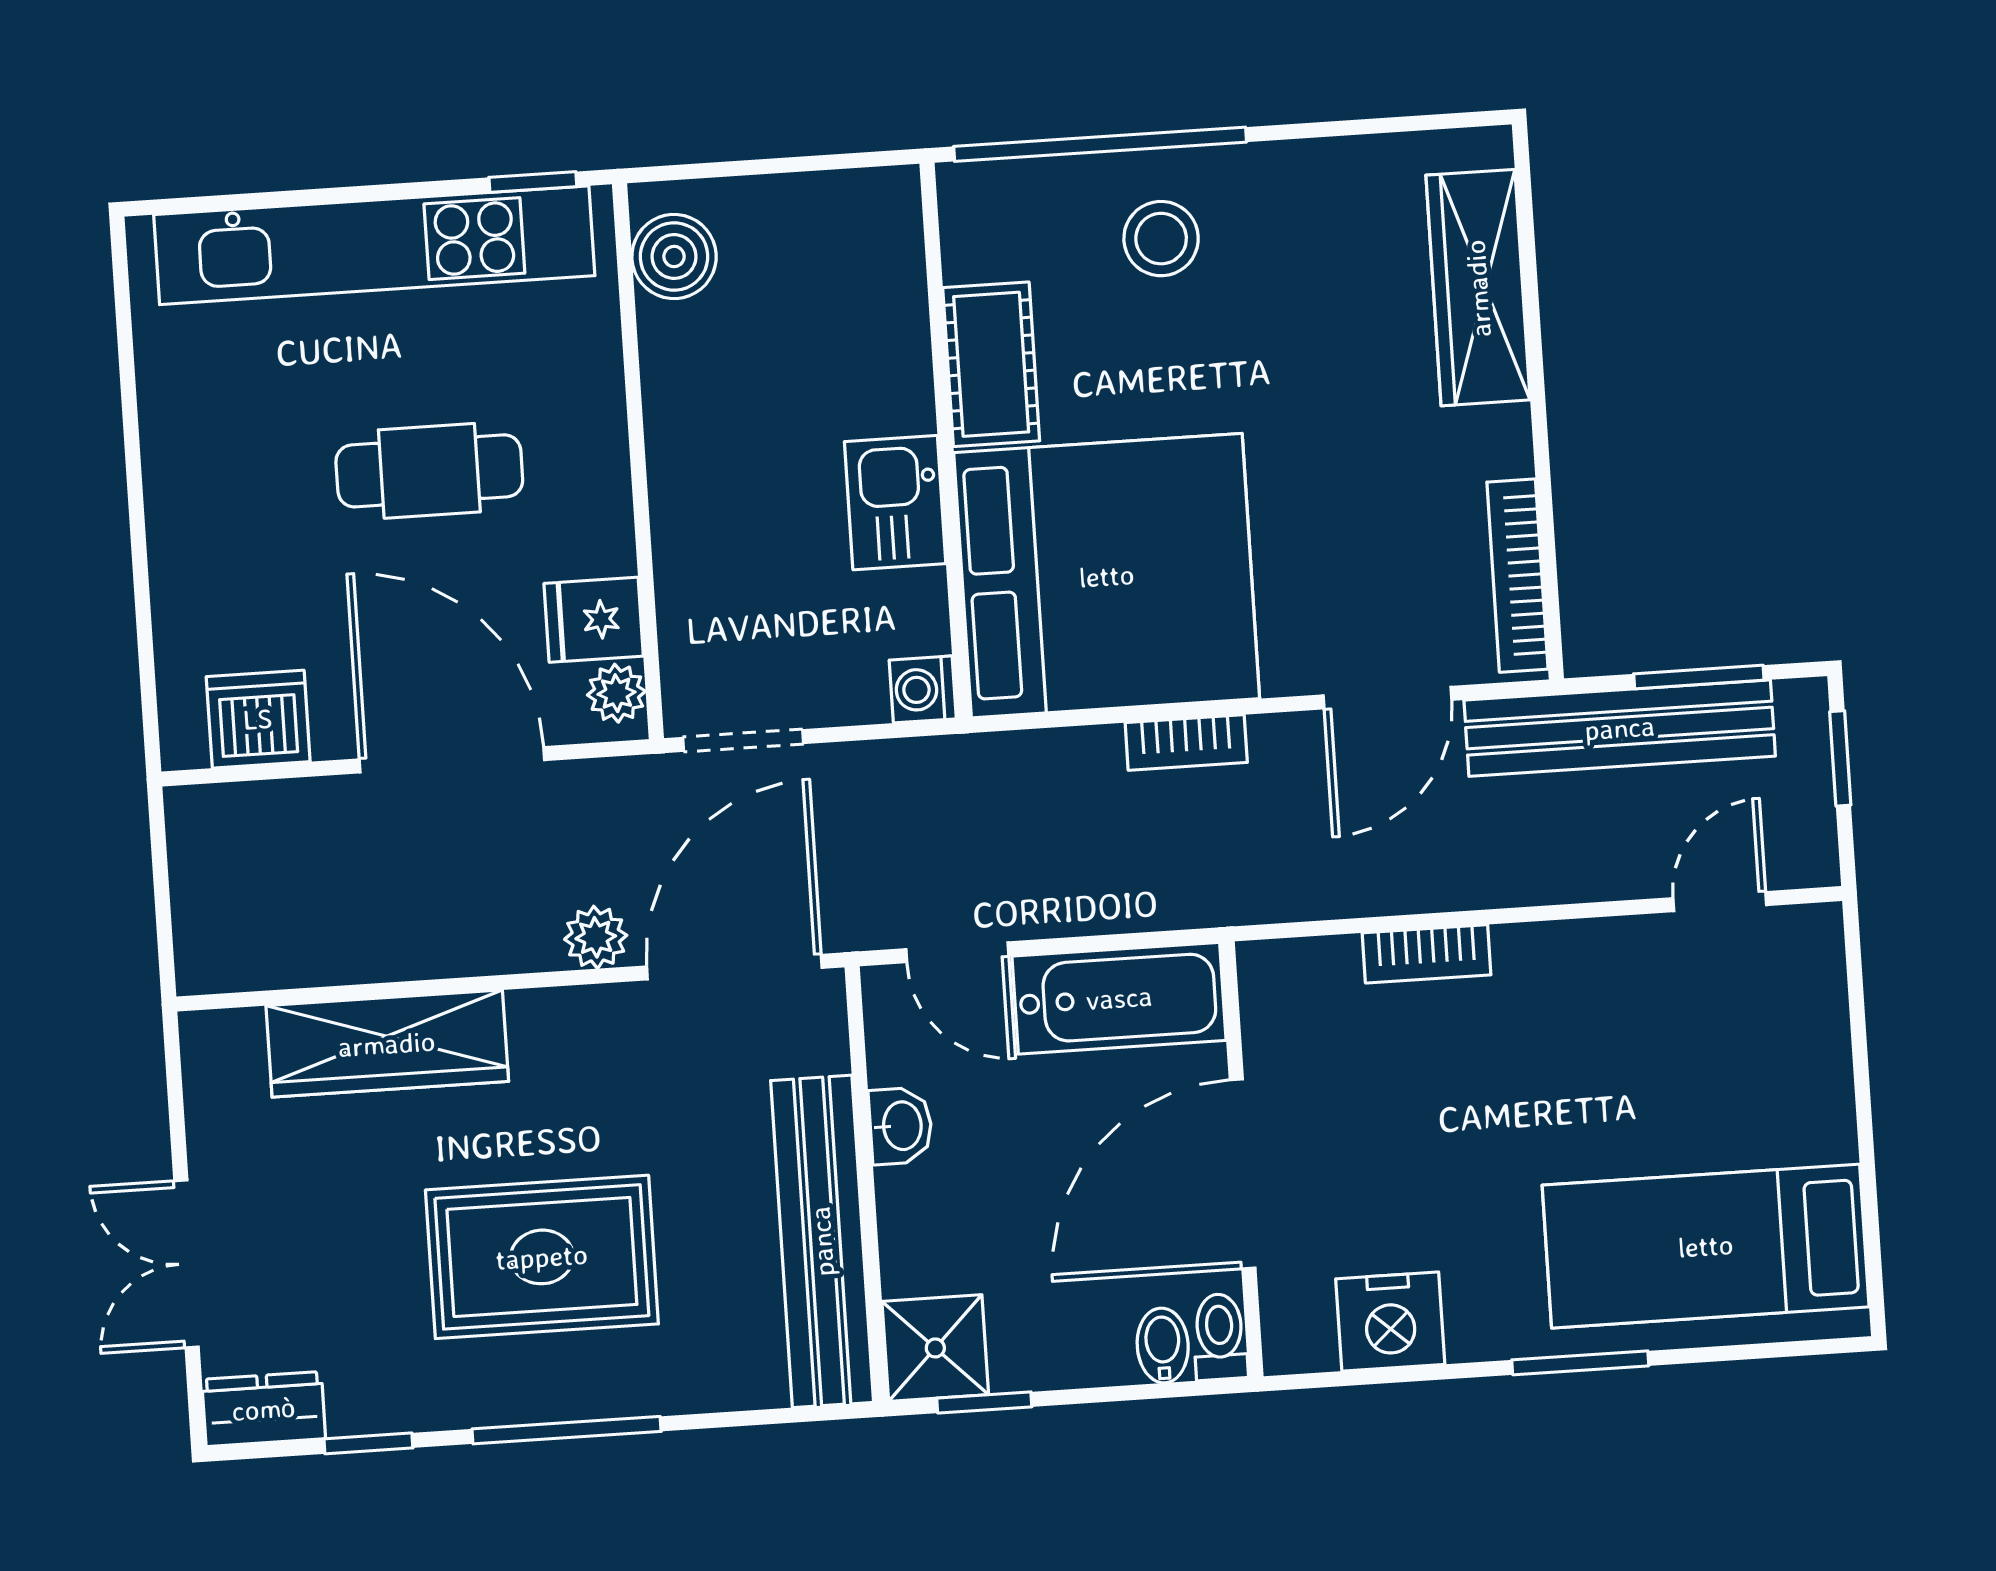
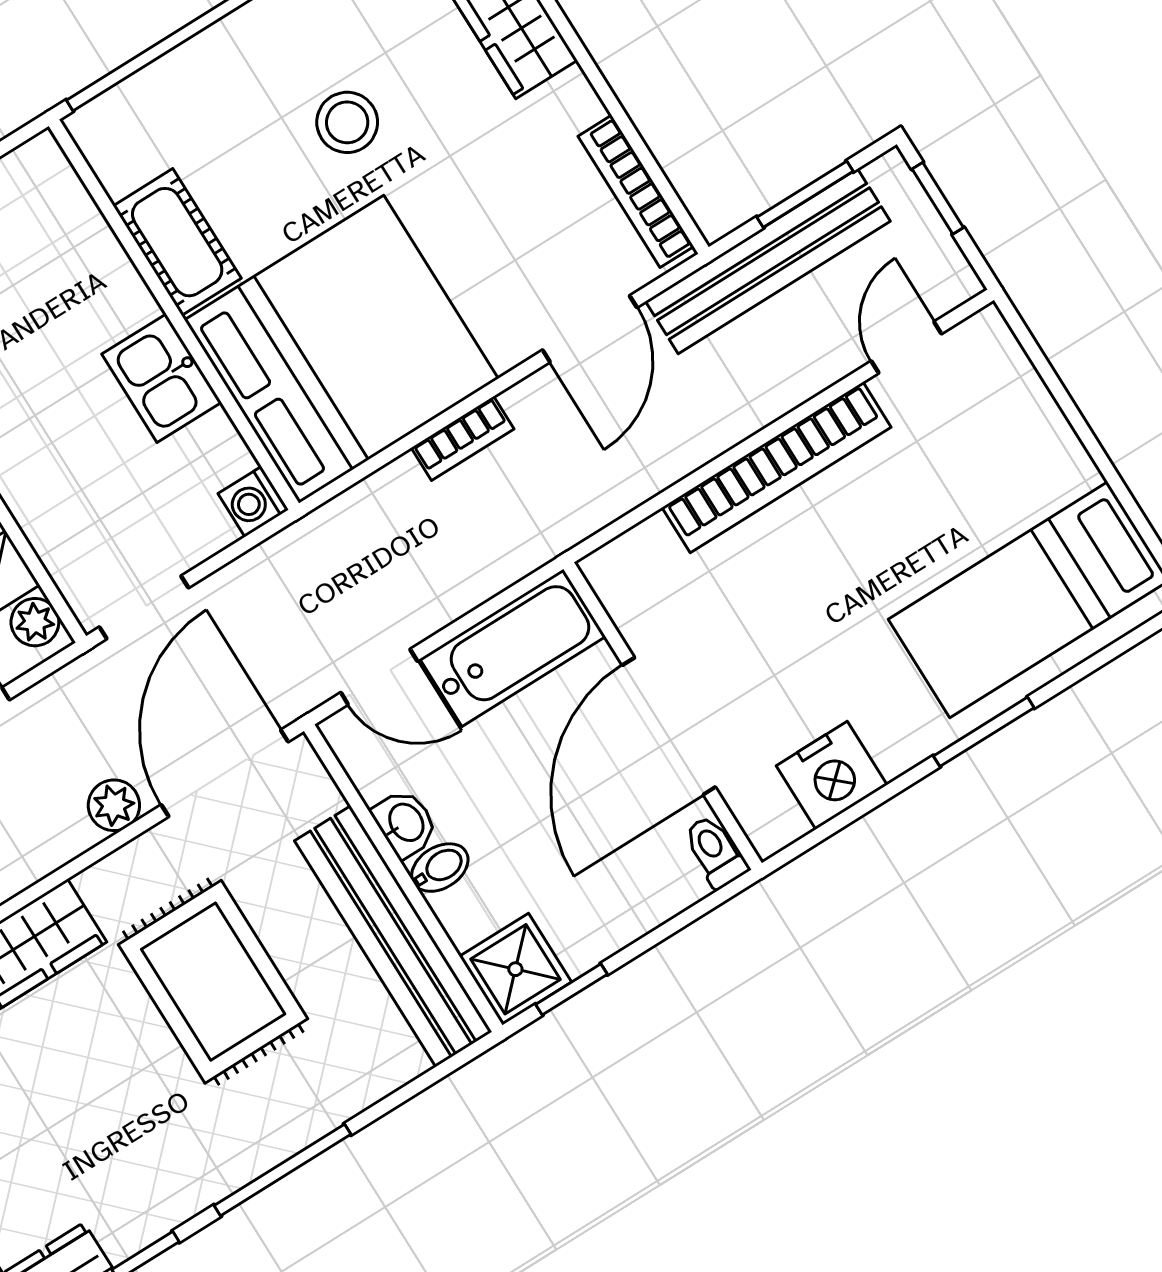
stool: (1161, 239) -> (347, 122), moved
bookcase: (1427, 954) -> (777, 467), width x2.31, depth x1.31
rug: (542, 1257) -> (213, 982), moved, turned 90
bidet: (1163, 1345) -> (440, 868), moved, turned 90

